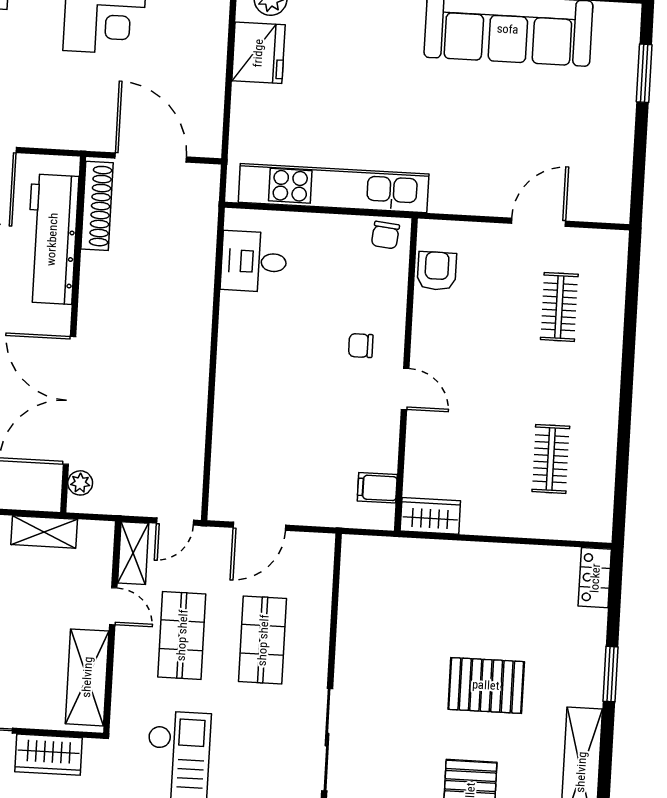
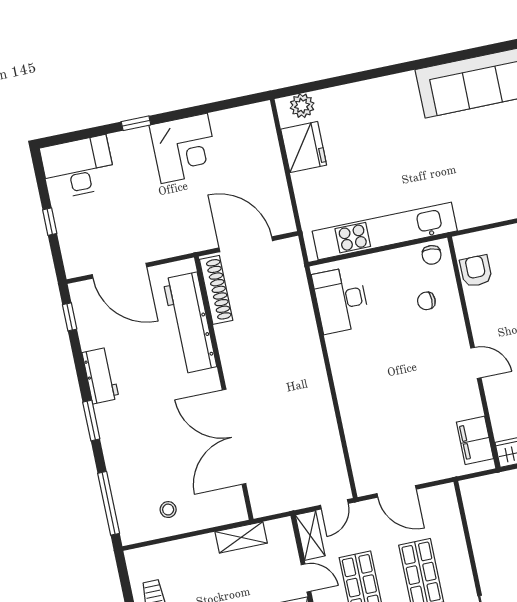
desk: (254, 262) -> (341, 300), width x1.37
chair: (361, 346) -> (426, 301), moved
plant: (80, 483) -> (258, 495), removed
filing cabinet: (377, 488) -> (475, 440), width x2.00
door: (259, 526) -> (397, 491), hinge flipped

